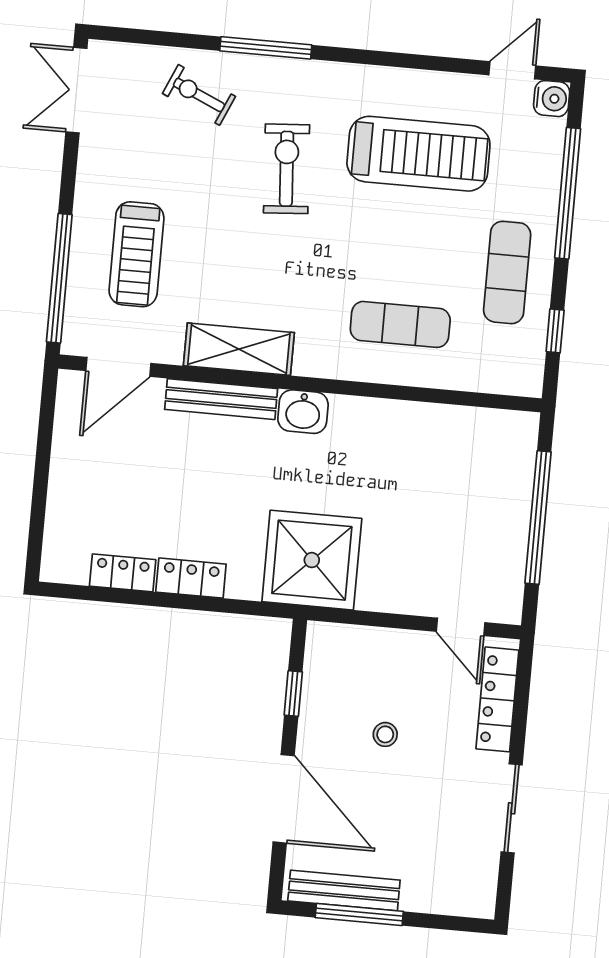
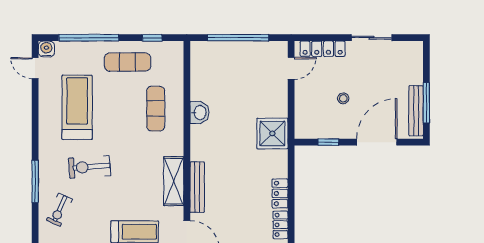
washbasin: (303, 412) -> (199, 113), moved
shower: (312, 560) -> (272, 133), width x0.73, depth x0.73

